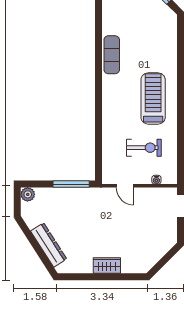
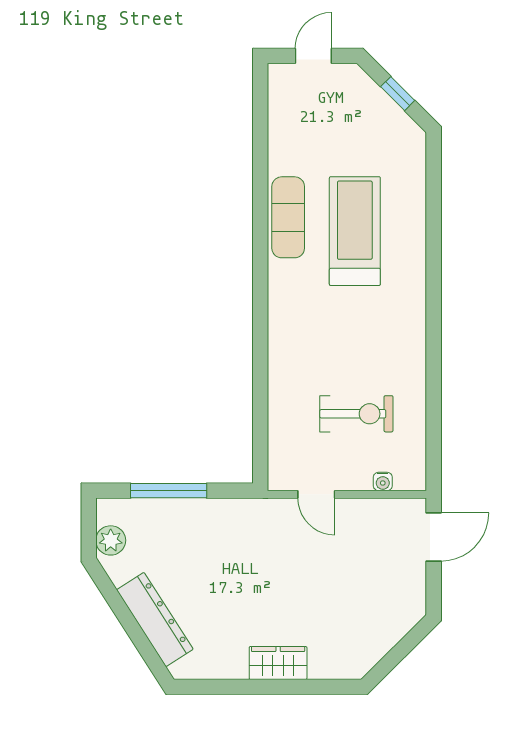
treadmill: (153, 98) -> (355, 231), moved
window: (71, 184) -> (169, 491), moved
plant: (28, 194) -> (111, 540), moved

